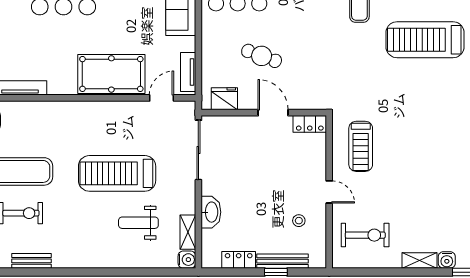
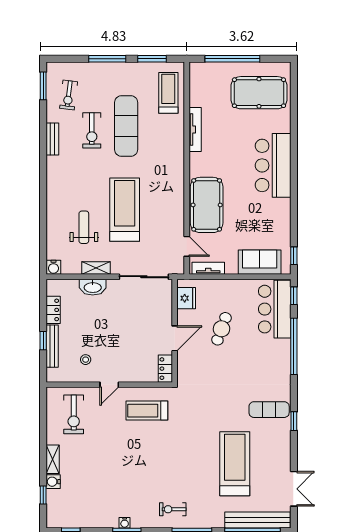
shelving: (188, 232) -> (96, 268), moved

